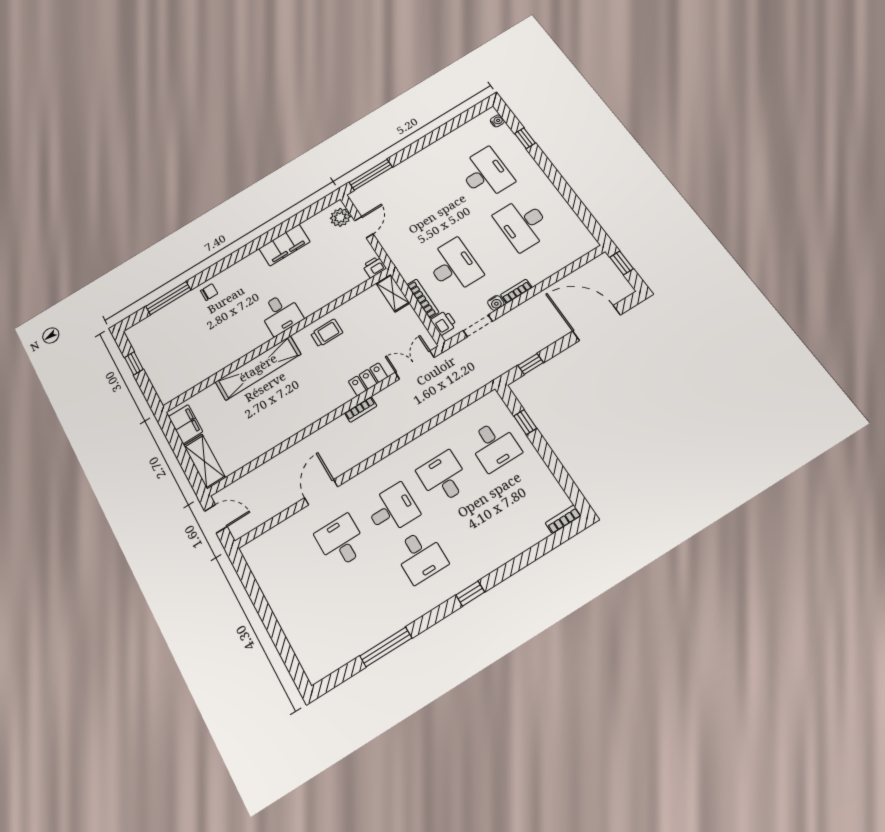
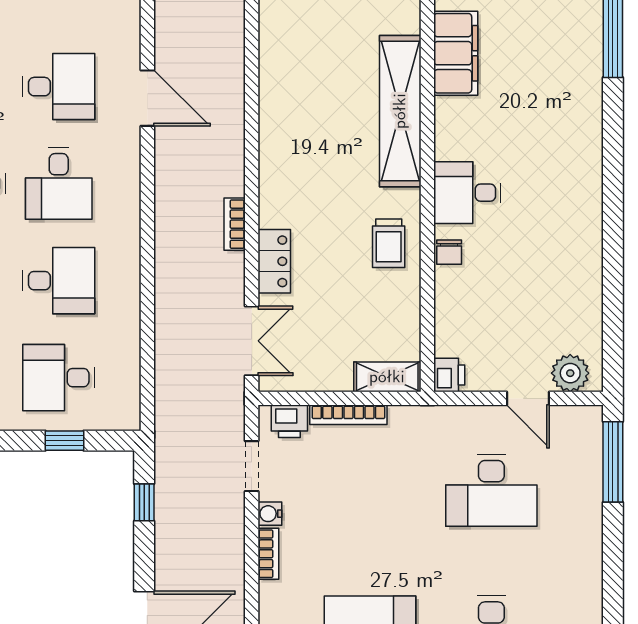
filing cabinet: (284, 245) -> (456, 53), moved, turned 180
desk: (454, 266) -> (491, 490), moved
chair: (209, 292) -> (449, 252), moved

